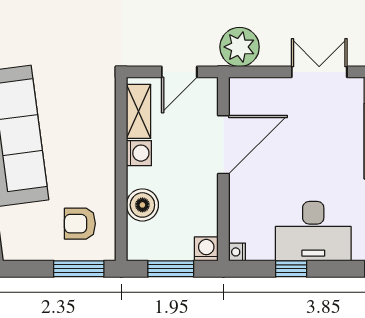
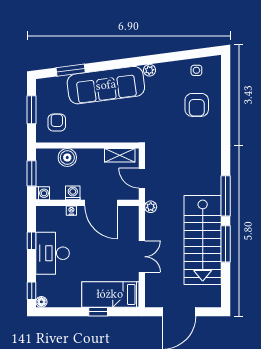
plant: (240, 47) -> (151, 207), width x0.53, depth x0.53
washing machine: (139, 153) -> (73, 193), moved, turned 180
nightstand: (237, 252) -> (71, 211), moved
window: (79, 269) -> (32, 110), moved

